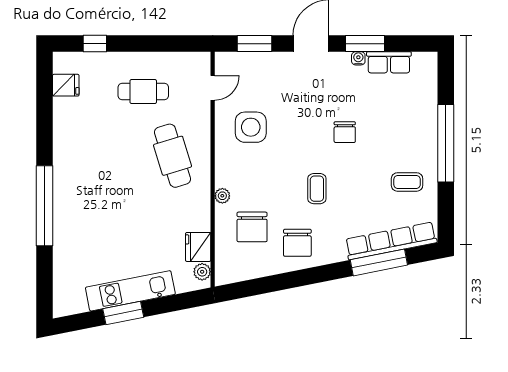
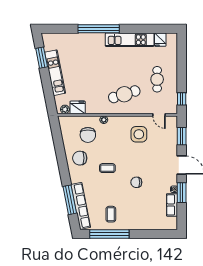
window: (95, 44) -> (182, 99), moved
window: (446, 143) -> (109, 234), moved
kitchen unit: (66, 145) -> (130, 40), added
chair: (252, 227) -> (88, 135), turned -90
window: (123, 313) -> (42, 58), moved

